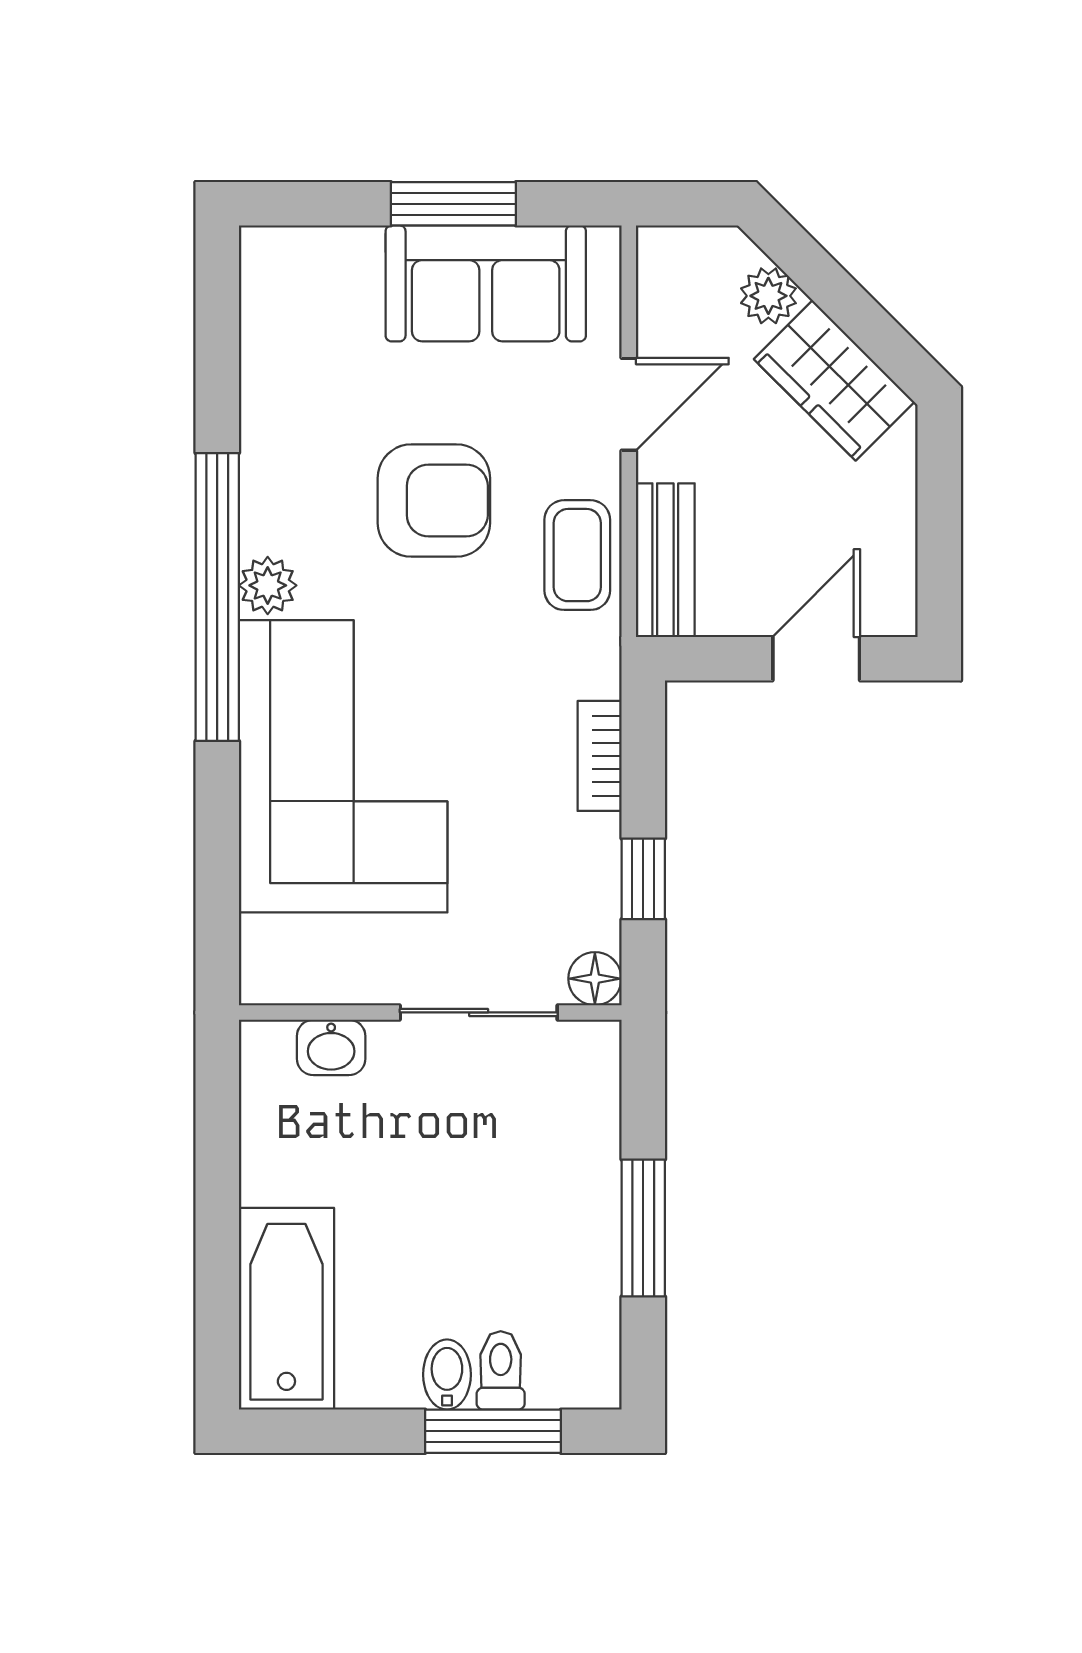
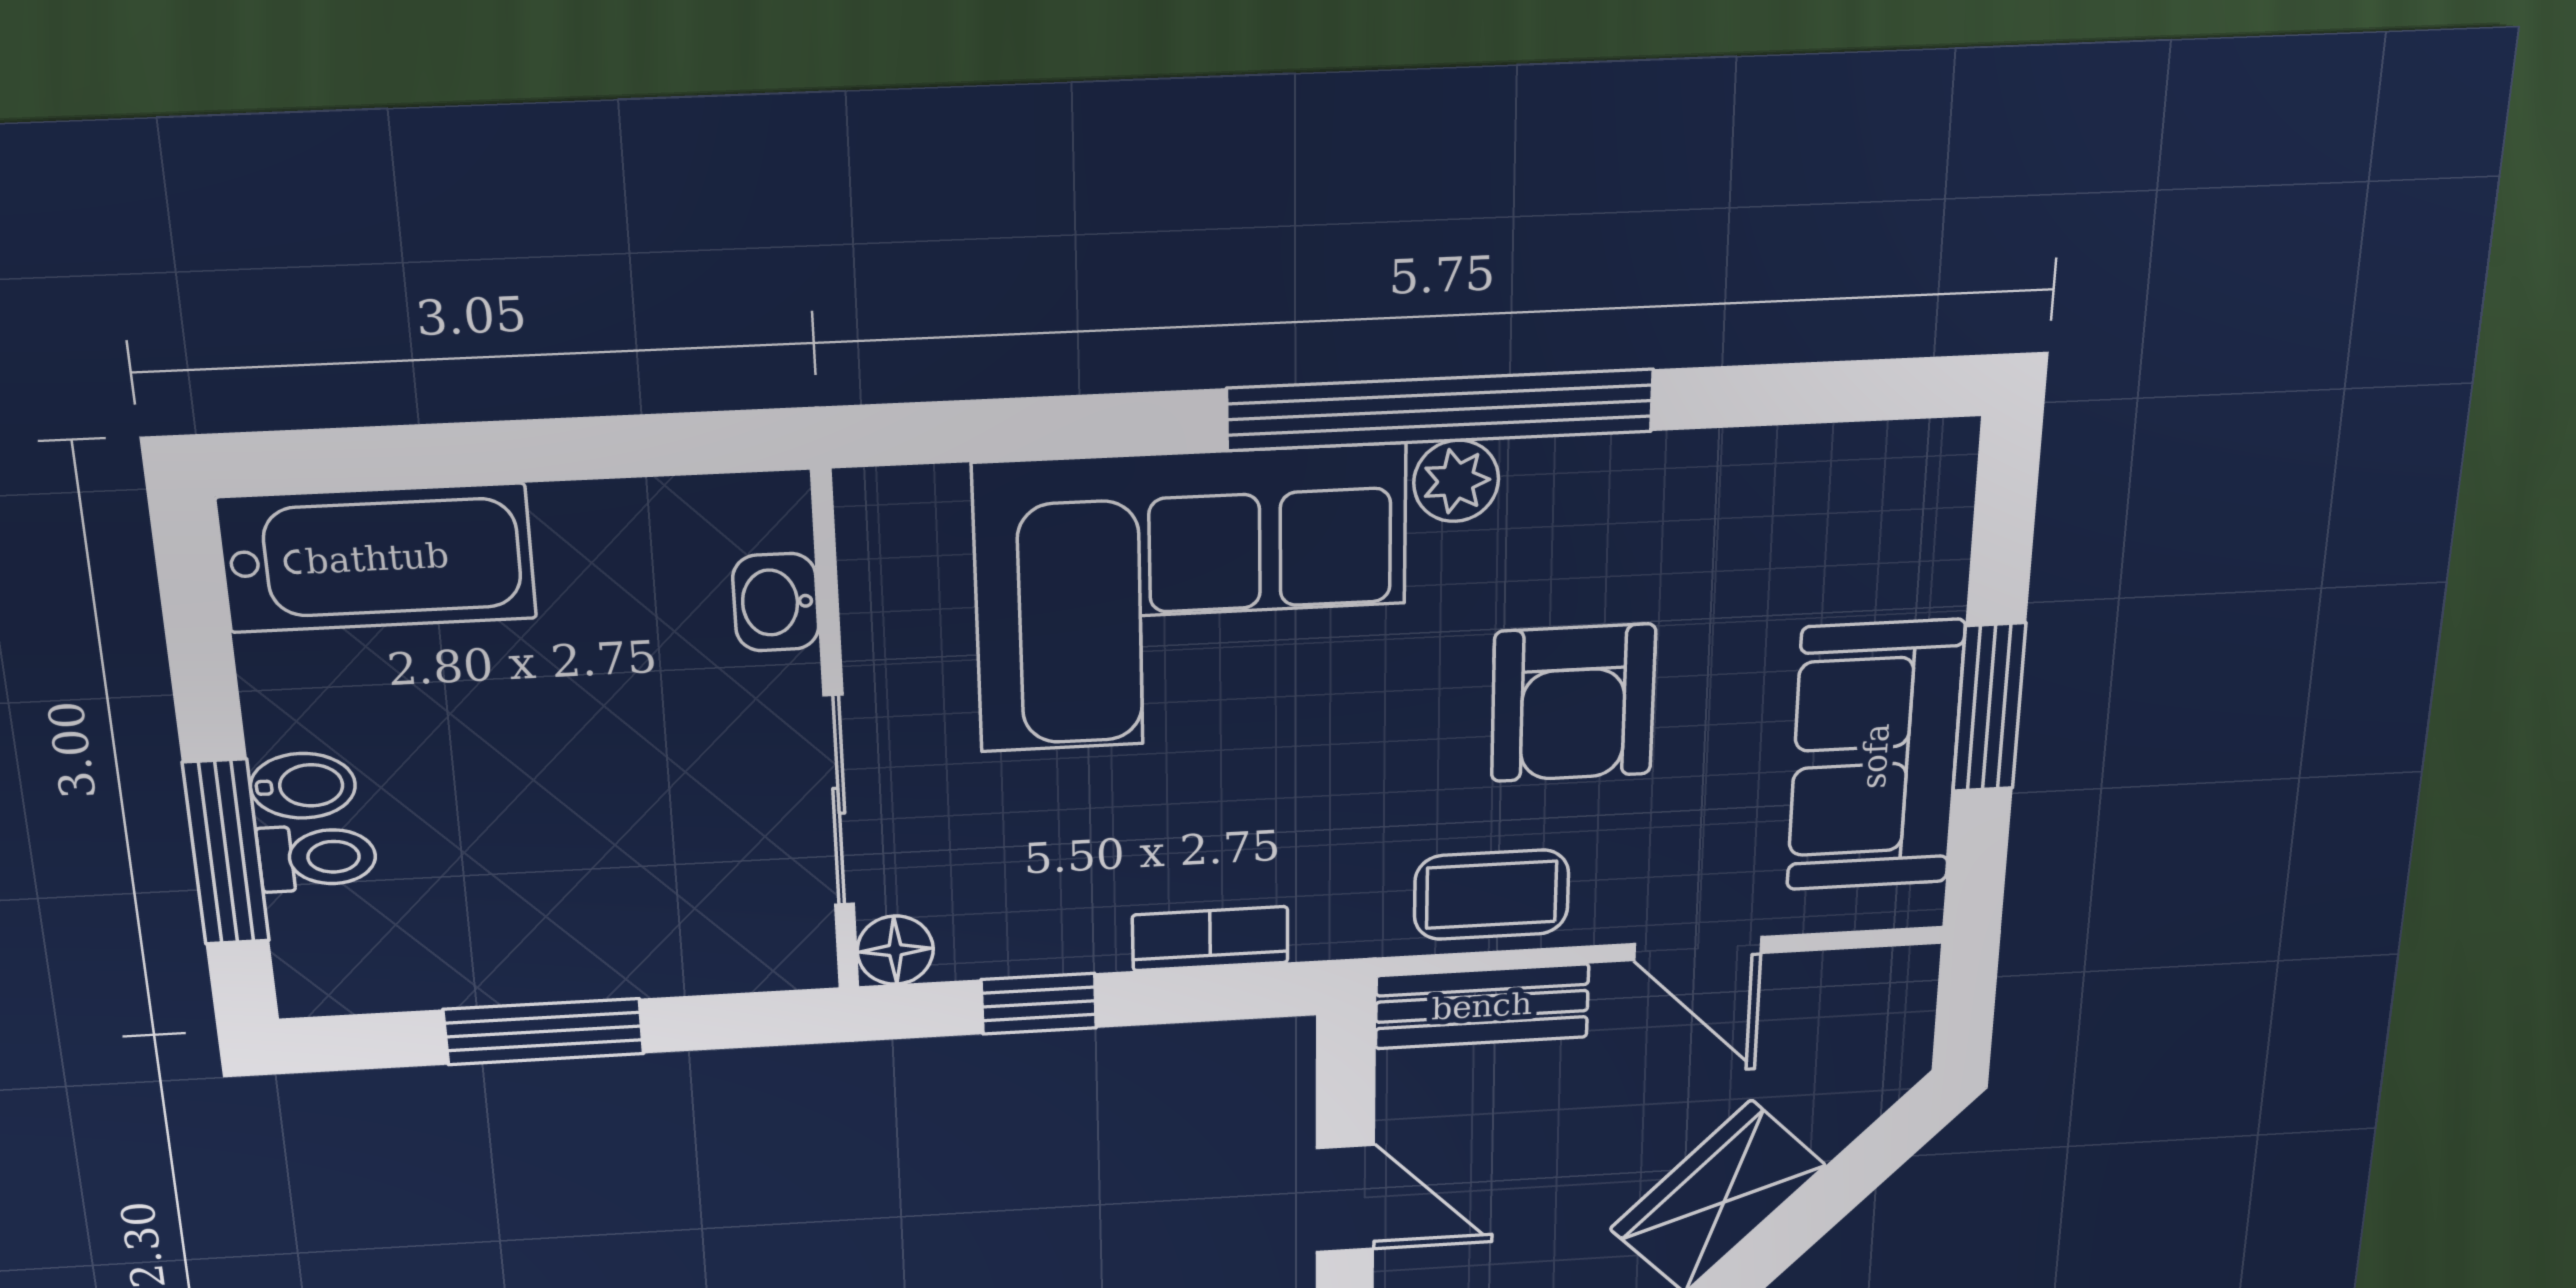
plant: (768, 296) -> (1835, 1112), removed

